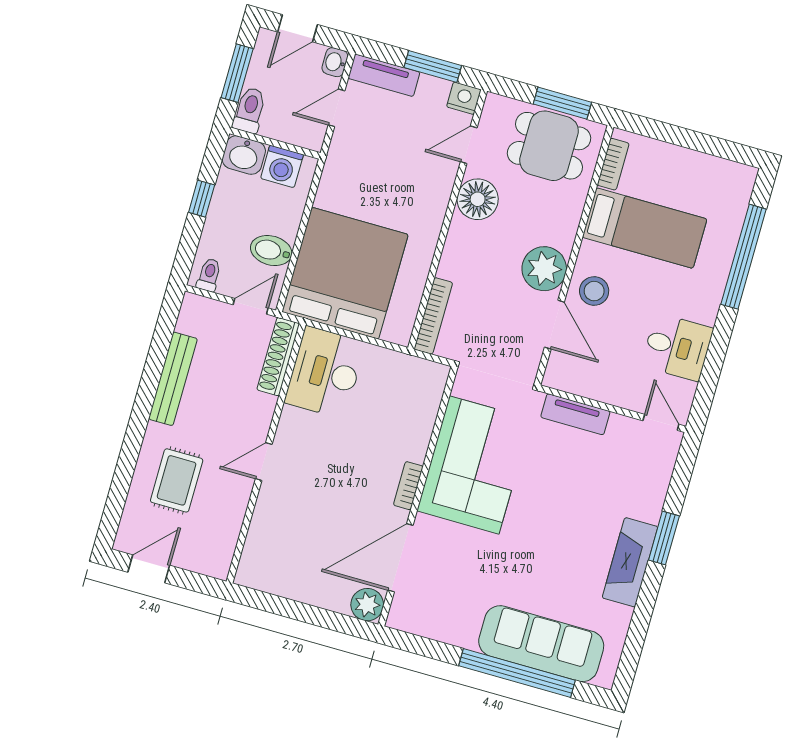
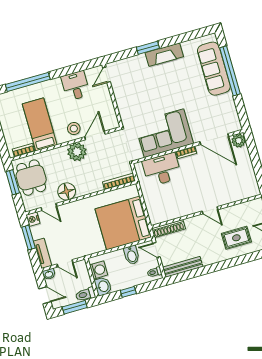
desk: (325, 372) -> (162, 169), moved, turned 180
bench: (173, 379) -> (183, 267), moved
tv unit: (575, 414) -> (123, 108), removed

